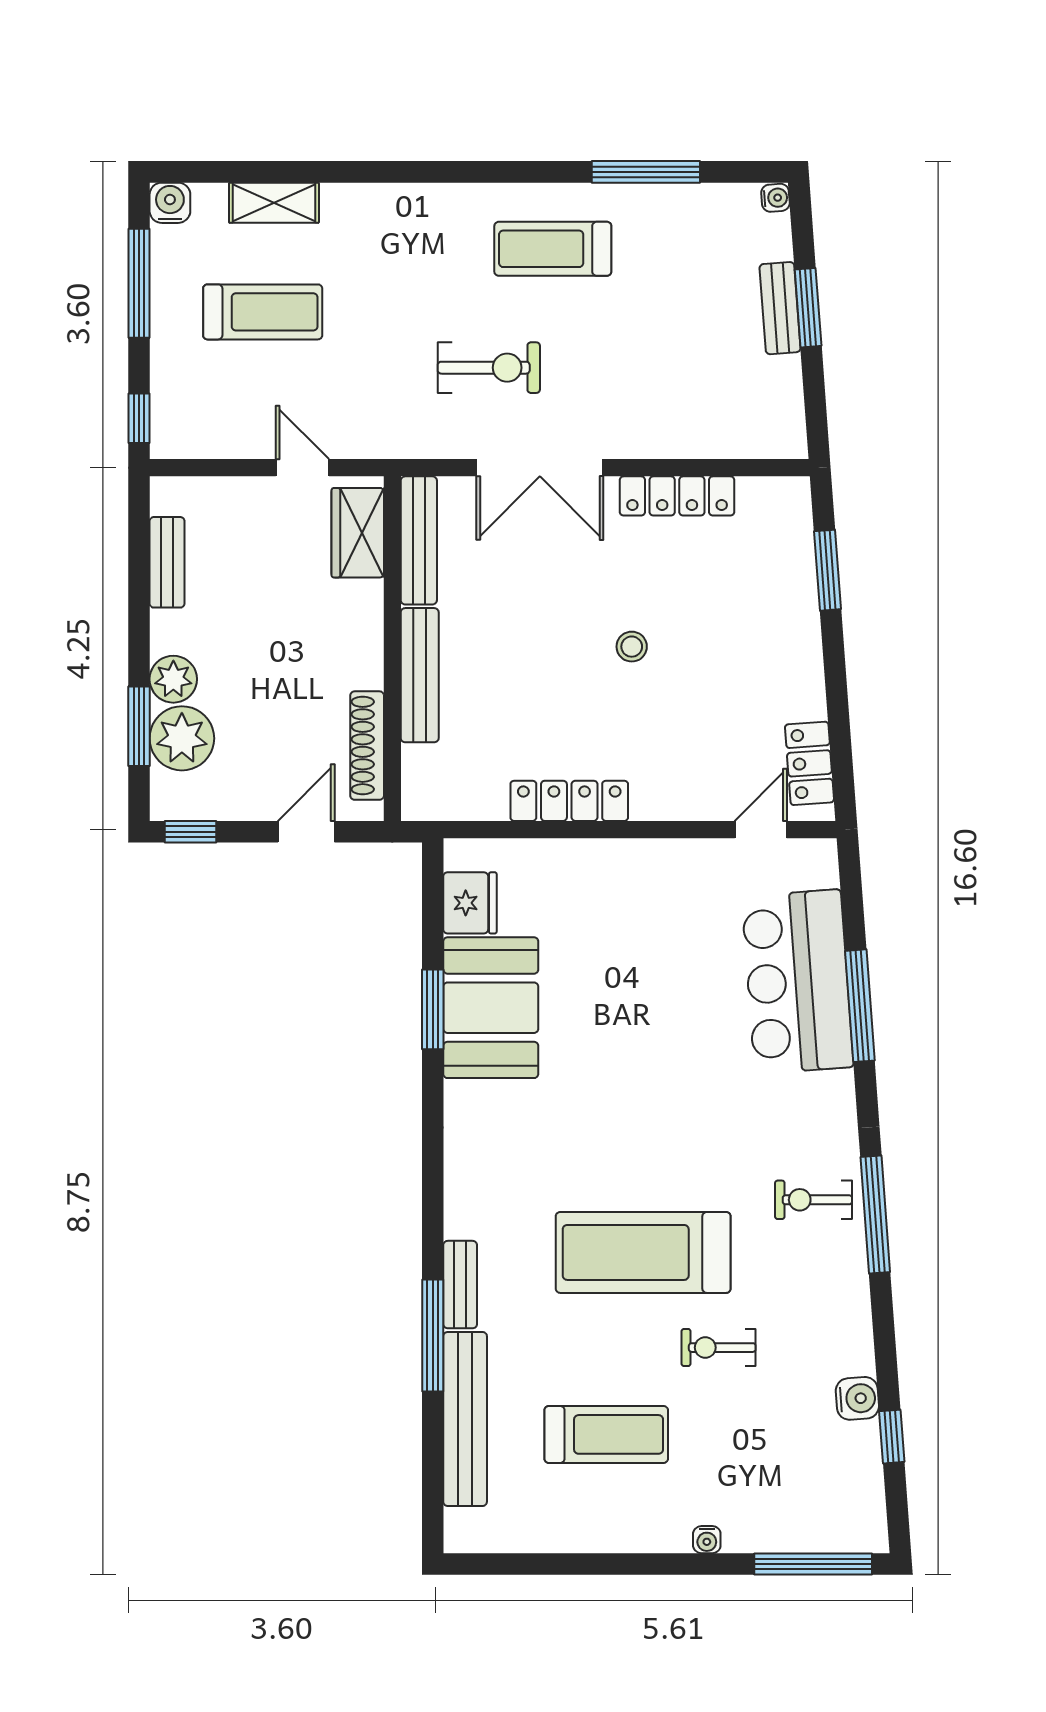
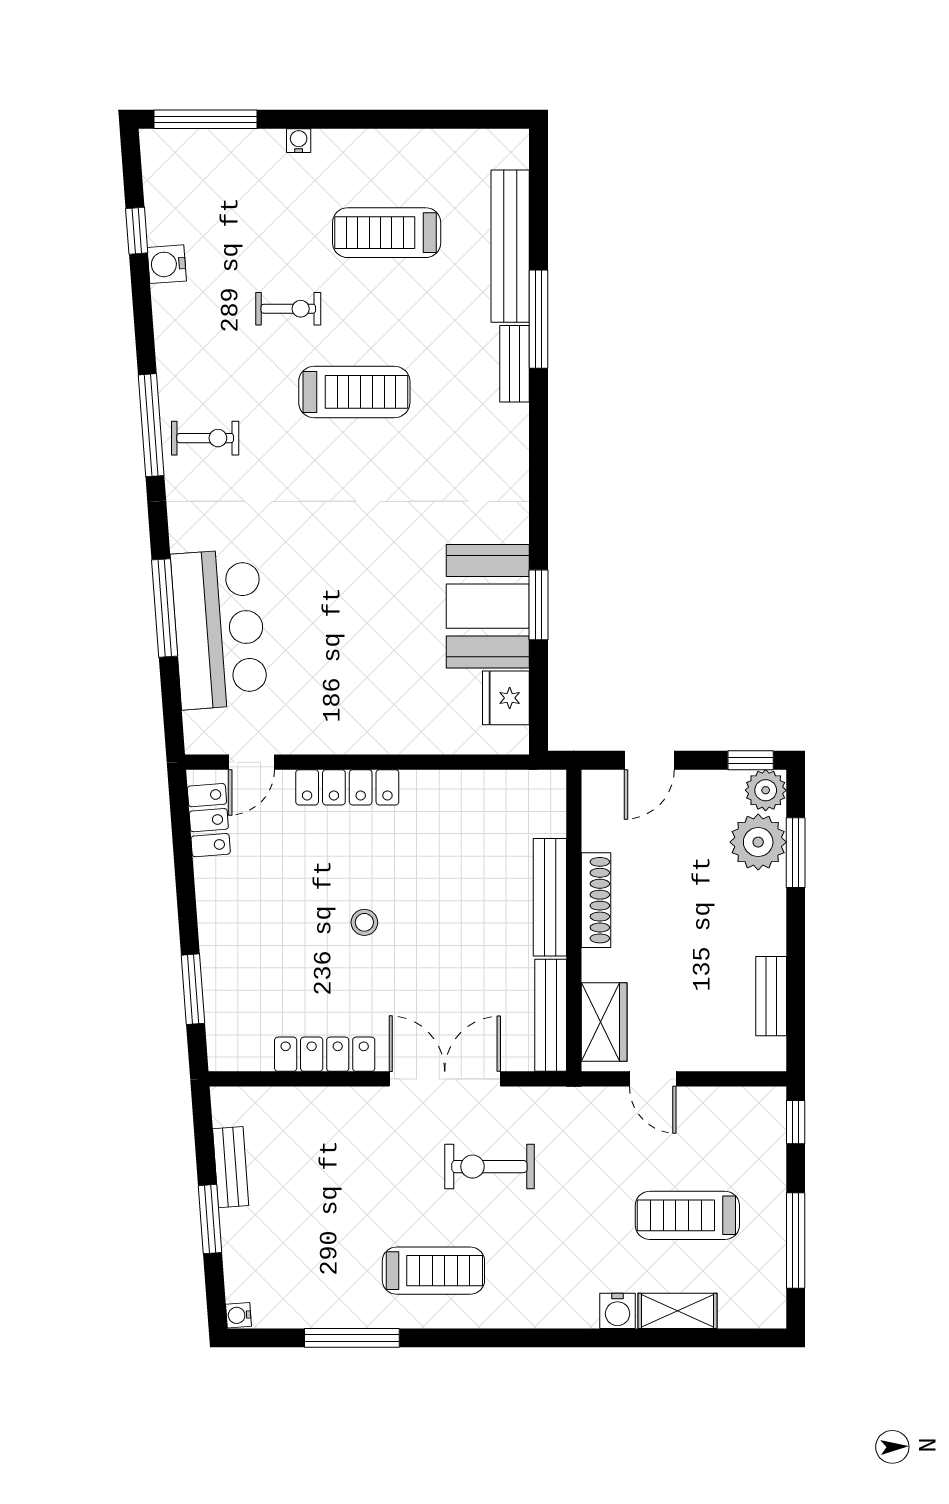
water cooler: (170, 203) -> (618, 1311), moved
bench: (780, 308) -> (231, 1167), moved
plant: (173, 679) -> (766, 790), moved
shoe rack: (367, 746) -> (596, 900), moved
locker: (569, 801) -> (347, 787), moved
treadmill: (643, 1252) -> (354, 392), width x0.73, depth x0.73

